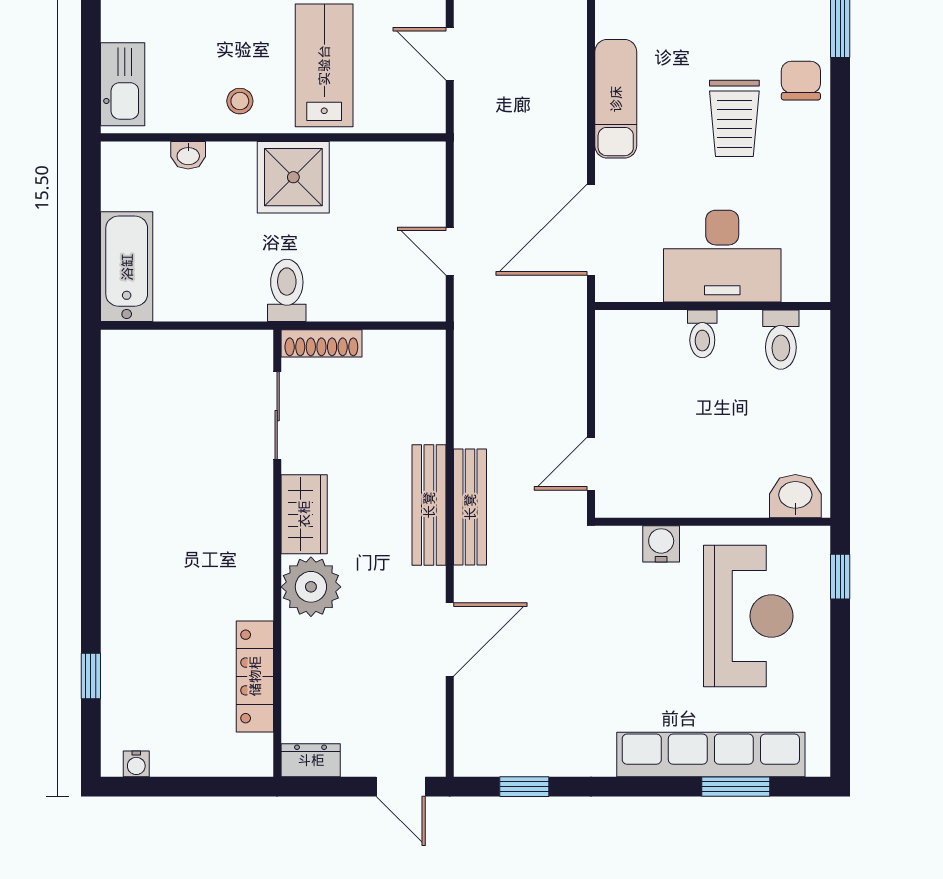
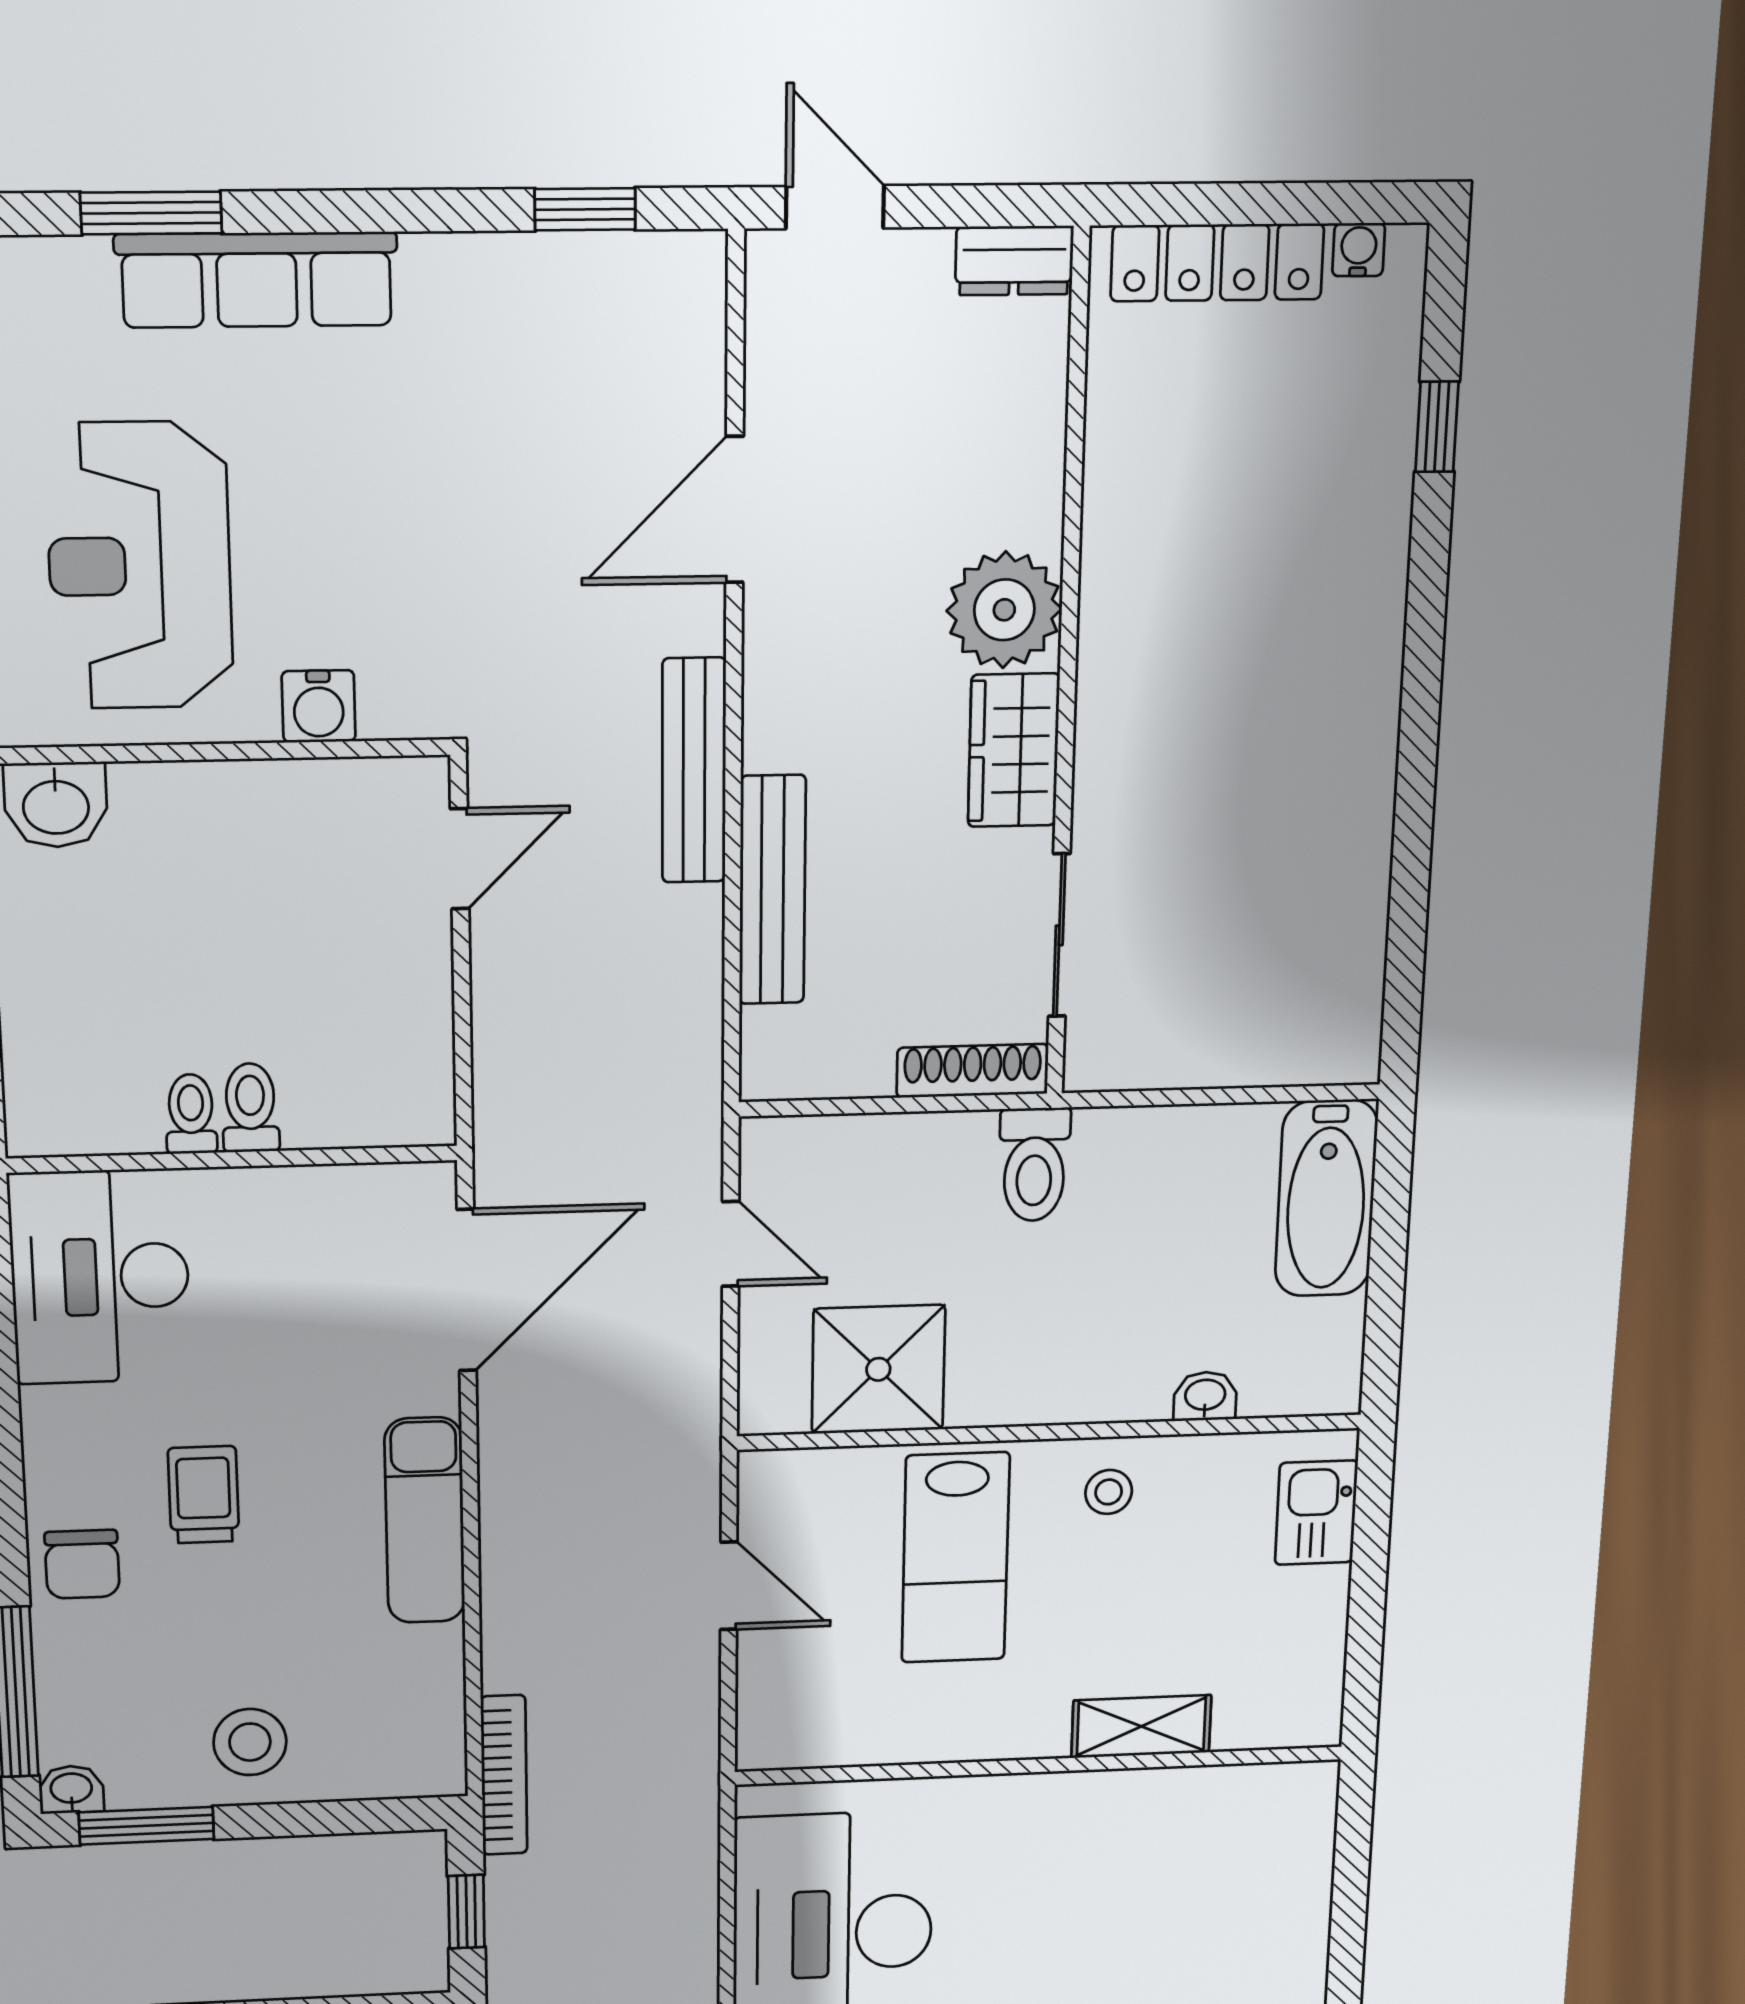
kitchen sink: (123, 84) -> (1316, 1513), width x0.73
trolley: (734, 118) -> (204, 1495), width x0.73, depth x0.72
shower: (293, 177) -> (878, 1369), moved
desk: (722, 256) -> (100, 1277), moved, turned -90
toilet: (781, 340) -> (191, 1114), moved, width x0.73, depth x0.72
bench: (429, 505) -> (772, 890), moved
locker: (255, 676) -> (1217, 262), moved, turned 90
row of seats: (711, 754) -> (257, 280), width x0.73

